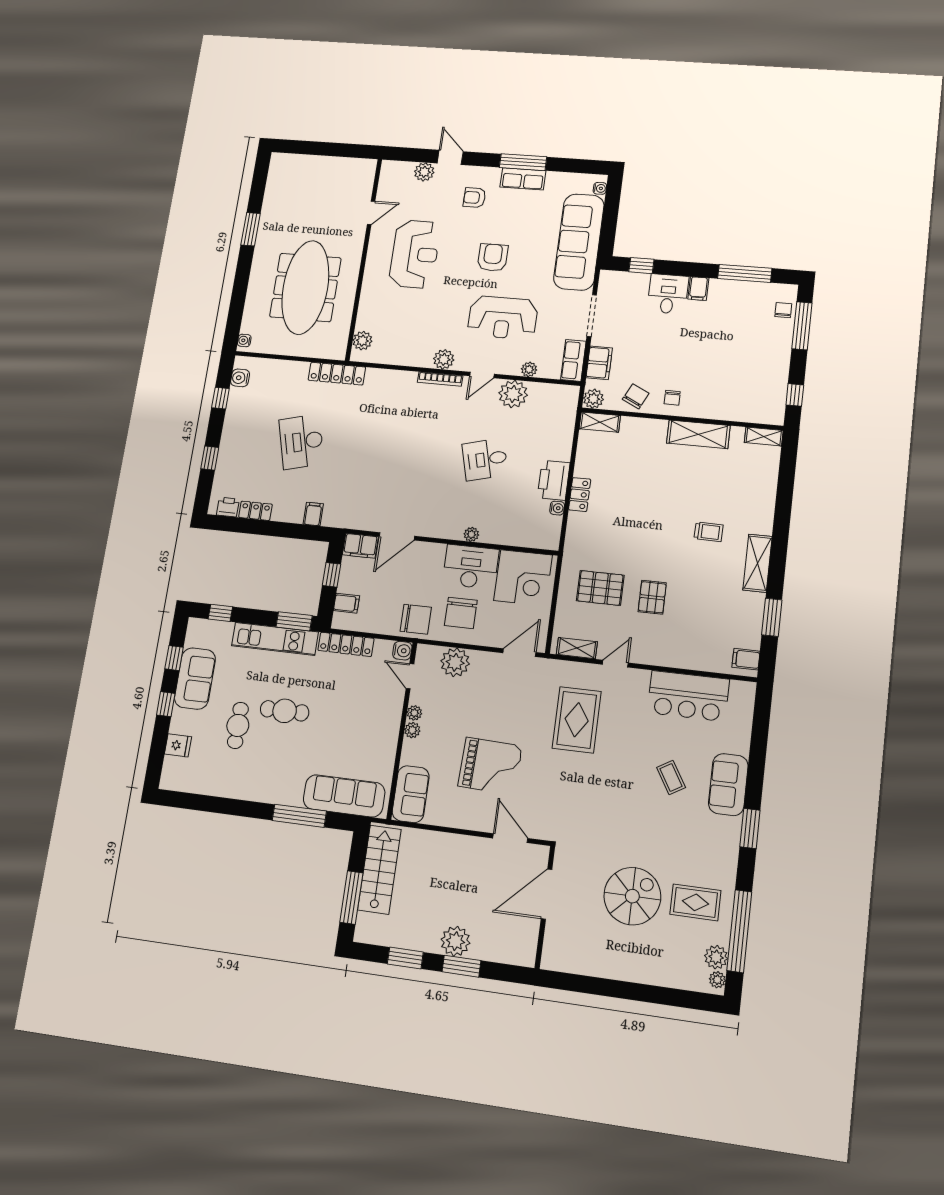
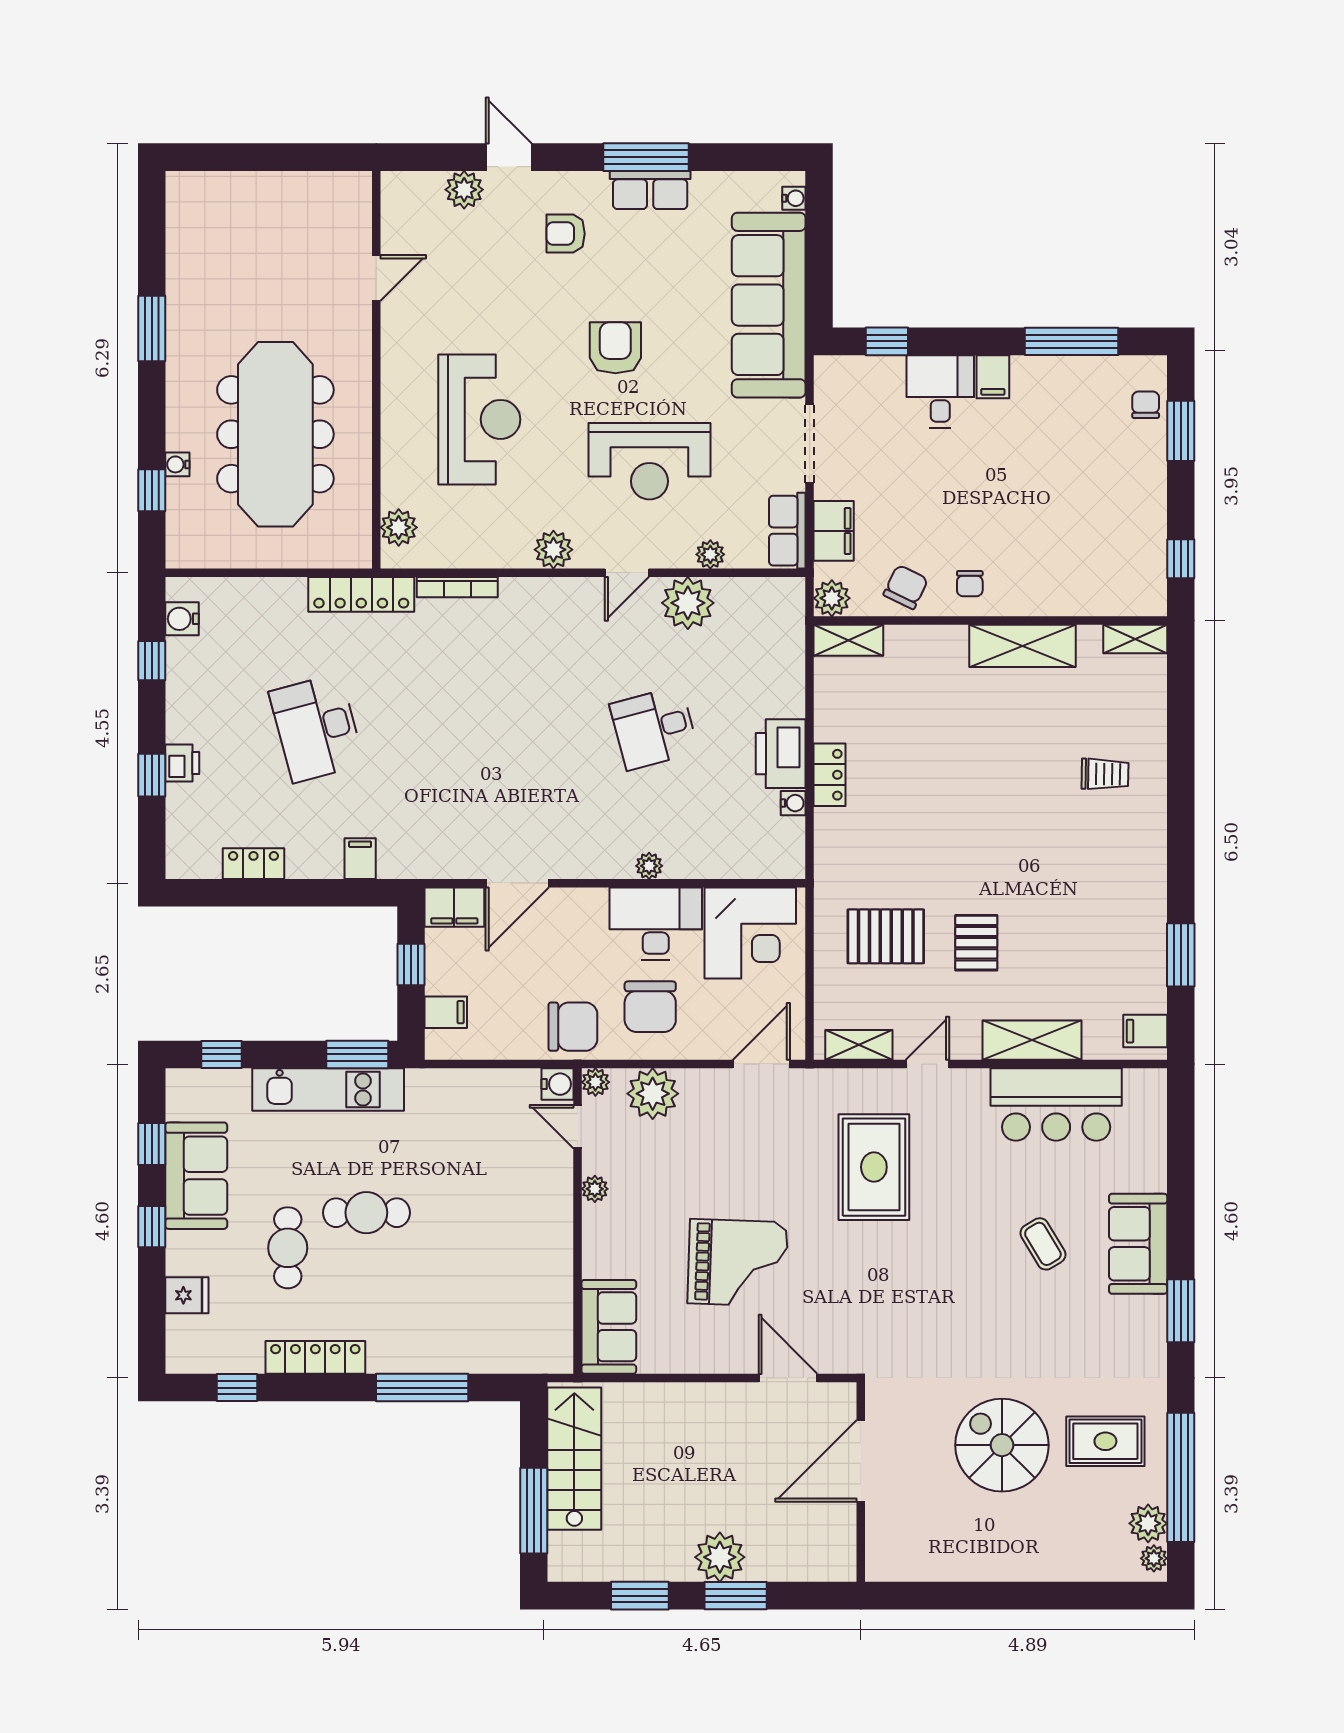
reception desk: (415, 254) -> (479, 419), moved
window: (236, 311) -> (152, 490), added
window: (802, 326) -> (1181, 431), width x0.69
water cooler: (244, 340) -> (177, 464), moved
bookcase: (440, 379) -> (457, 587), moved
printer: (228, 507) -> (182, 763), moved, turned 90
trolley: (709, 532) -> (1105, 774), moved
shelving: (757, 563) -> (1032, 1040), moved, turned 90
locker: (346, 644) -> (315, 1357), moved, turned 180
plant: (412, 730) -> (595, 1082), moved
sofa: (344, 796) -> (494, 1344), removed
window: (196, 802) -> (237, 1388), added
spiral stairs: (632, 896) -> (1002, 1445), turned -90

